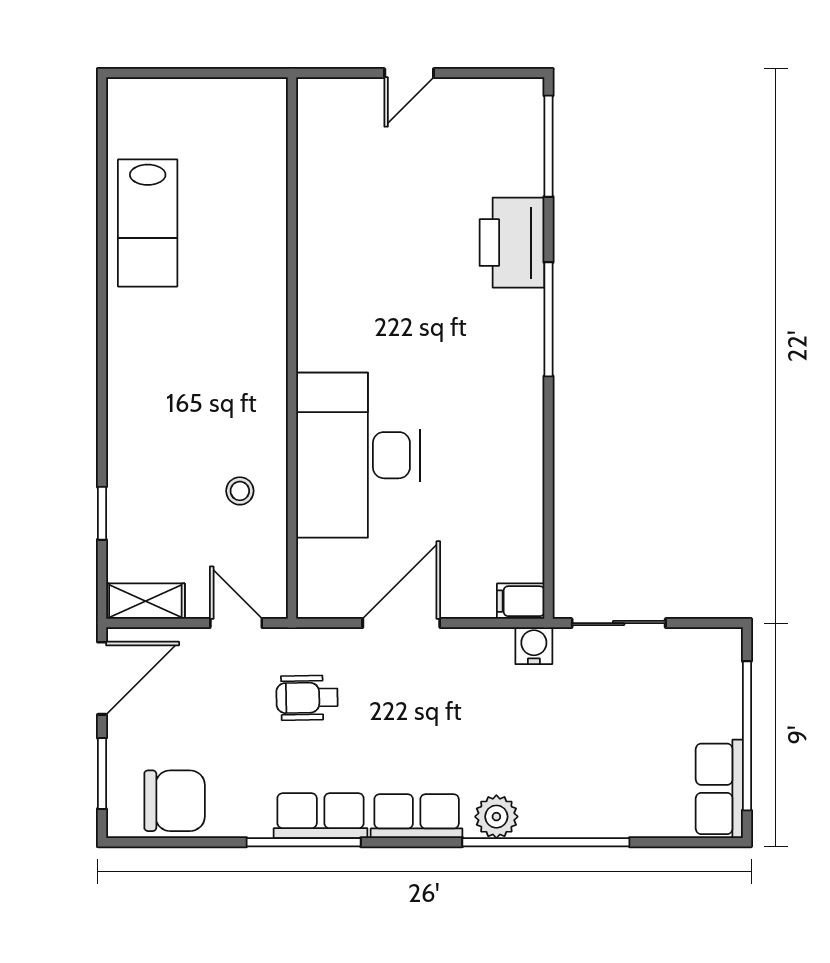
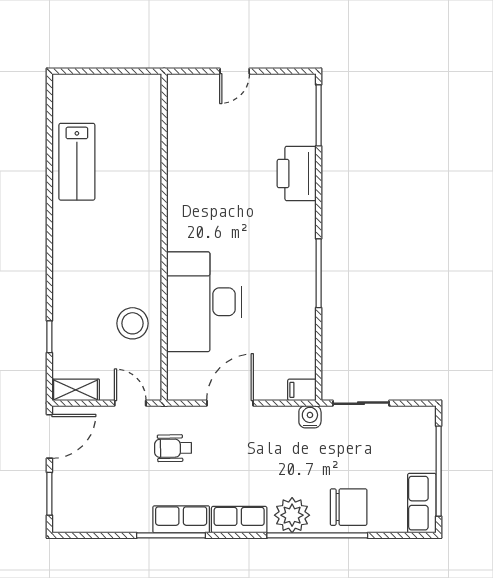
window: (548, 319) -> (319, 273), moved
stool: (240, 491) -> (133, 323), width x1.89, depth x1.89
chair: (175, 801) -> (349, 507), moved
plant: (496, 817) -> (292, 515), width x1.36, depth x1.36

